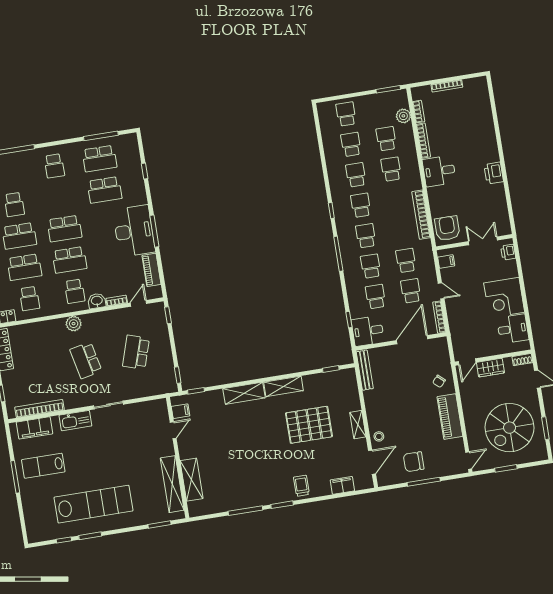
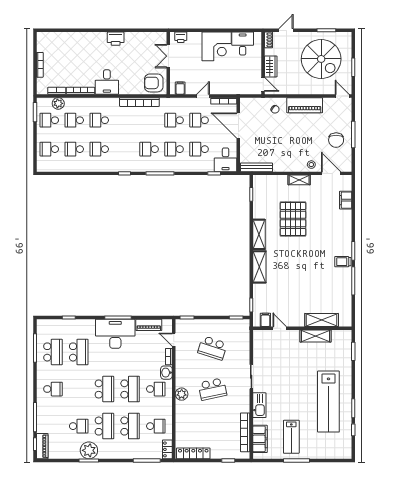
school desk: (361, 205) -> (49, 120), moved
shelving: (172, 484) -> (315, 336), width x0.68
trolley: (301, 486) -> (343, 262), moved
lab bench: (93, 504) -> (328, 402), turned 180

